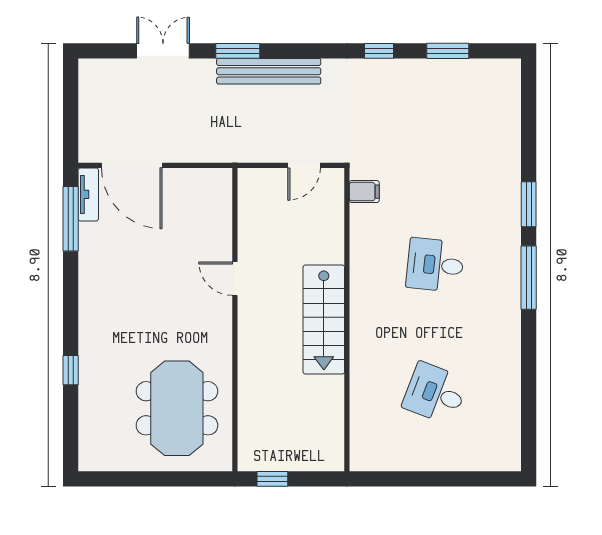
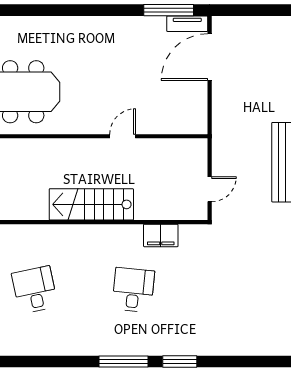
door: (304, 165) -> (210, 189), swing flipped
filing cabinet: (364, 192) -> (161, 235), moved, width x2.00
window: (71, 370) -> (52, 10), removed
desk: (435, 393) -> (35, 290), turned -33

